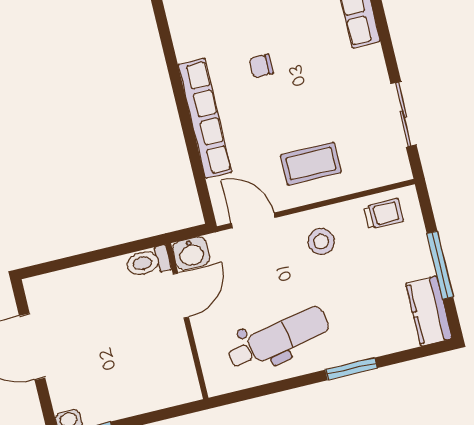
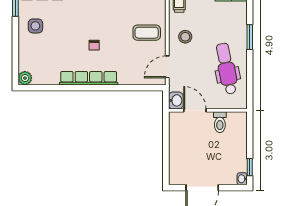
row of seats: (205, 118) -> (89, 78), moved
coffee table: (311, 164) -> (147, 33), turned 90
toilet: (148, 262) -> (220, 122), moved

